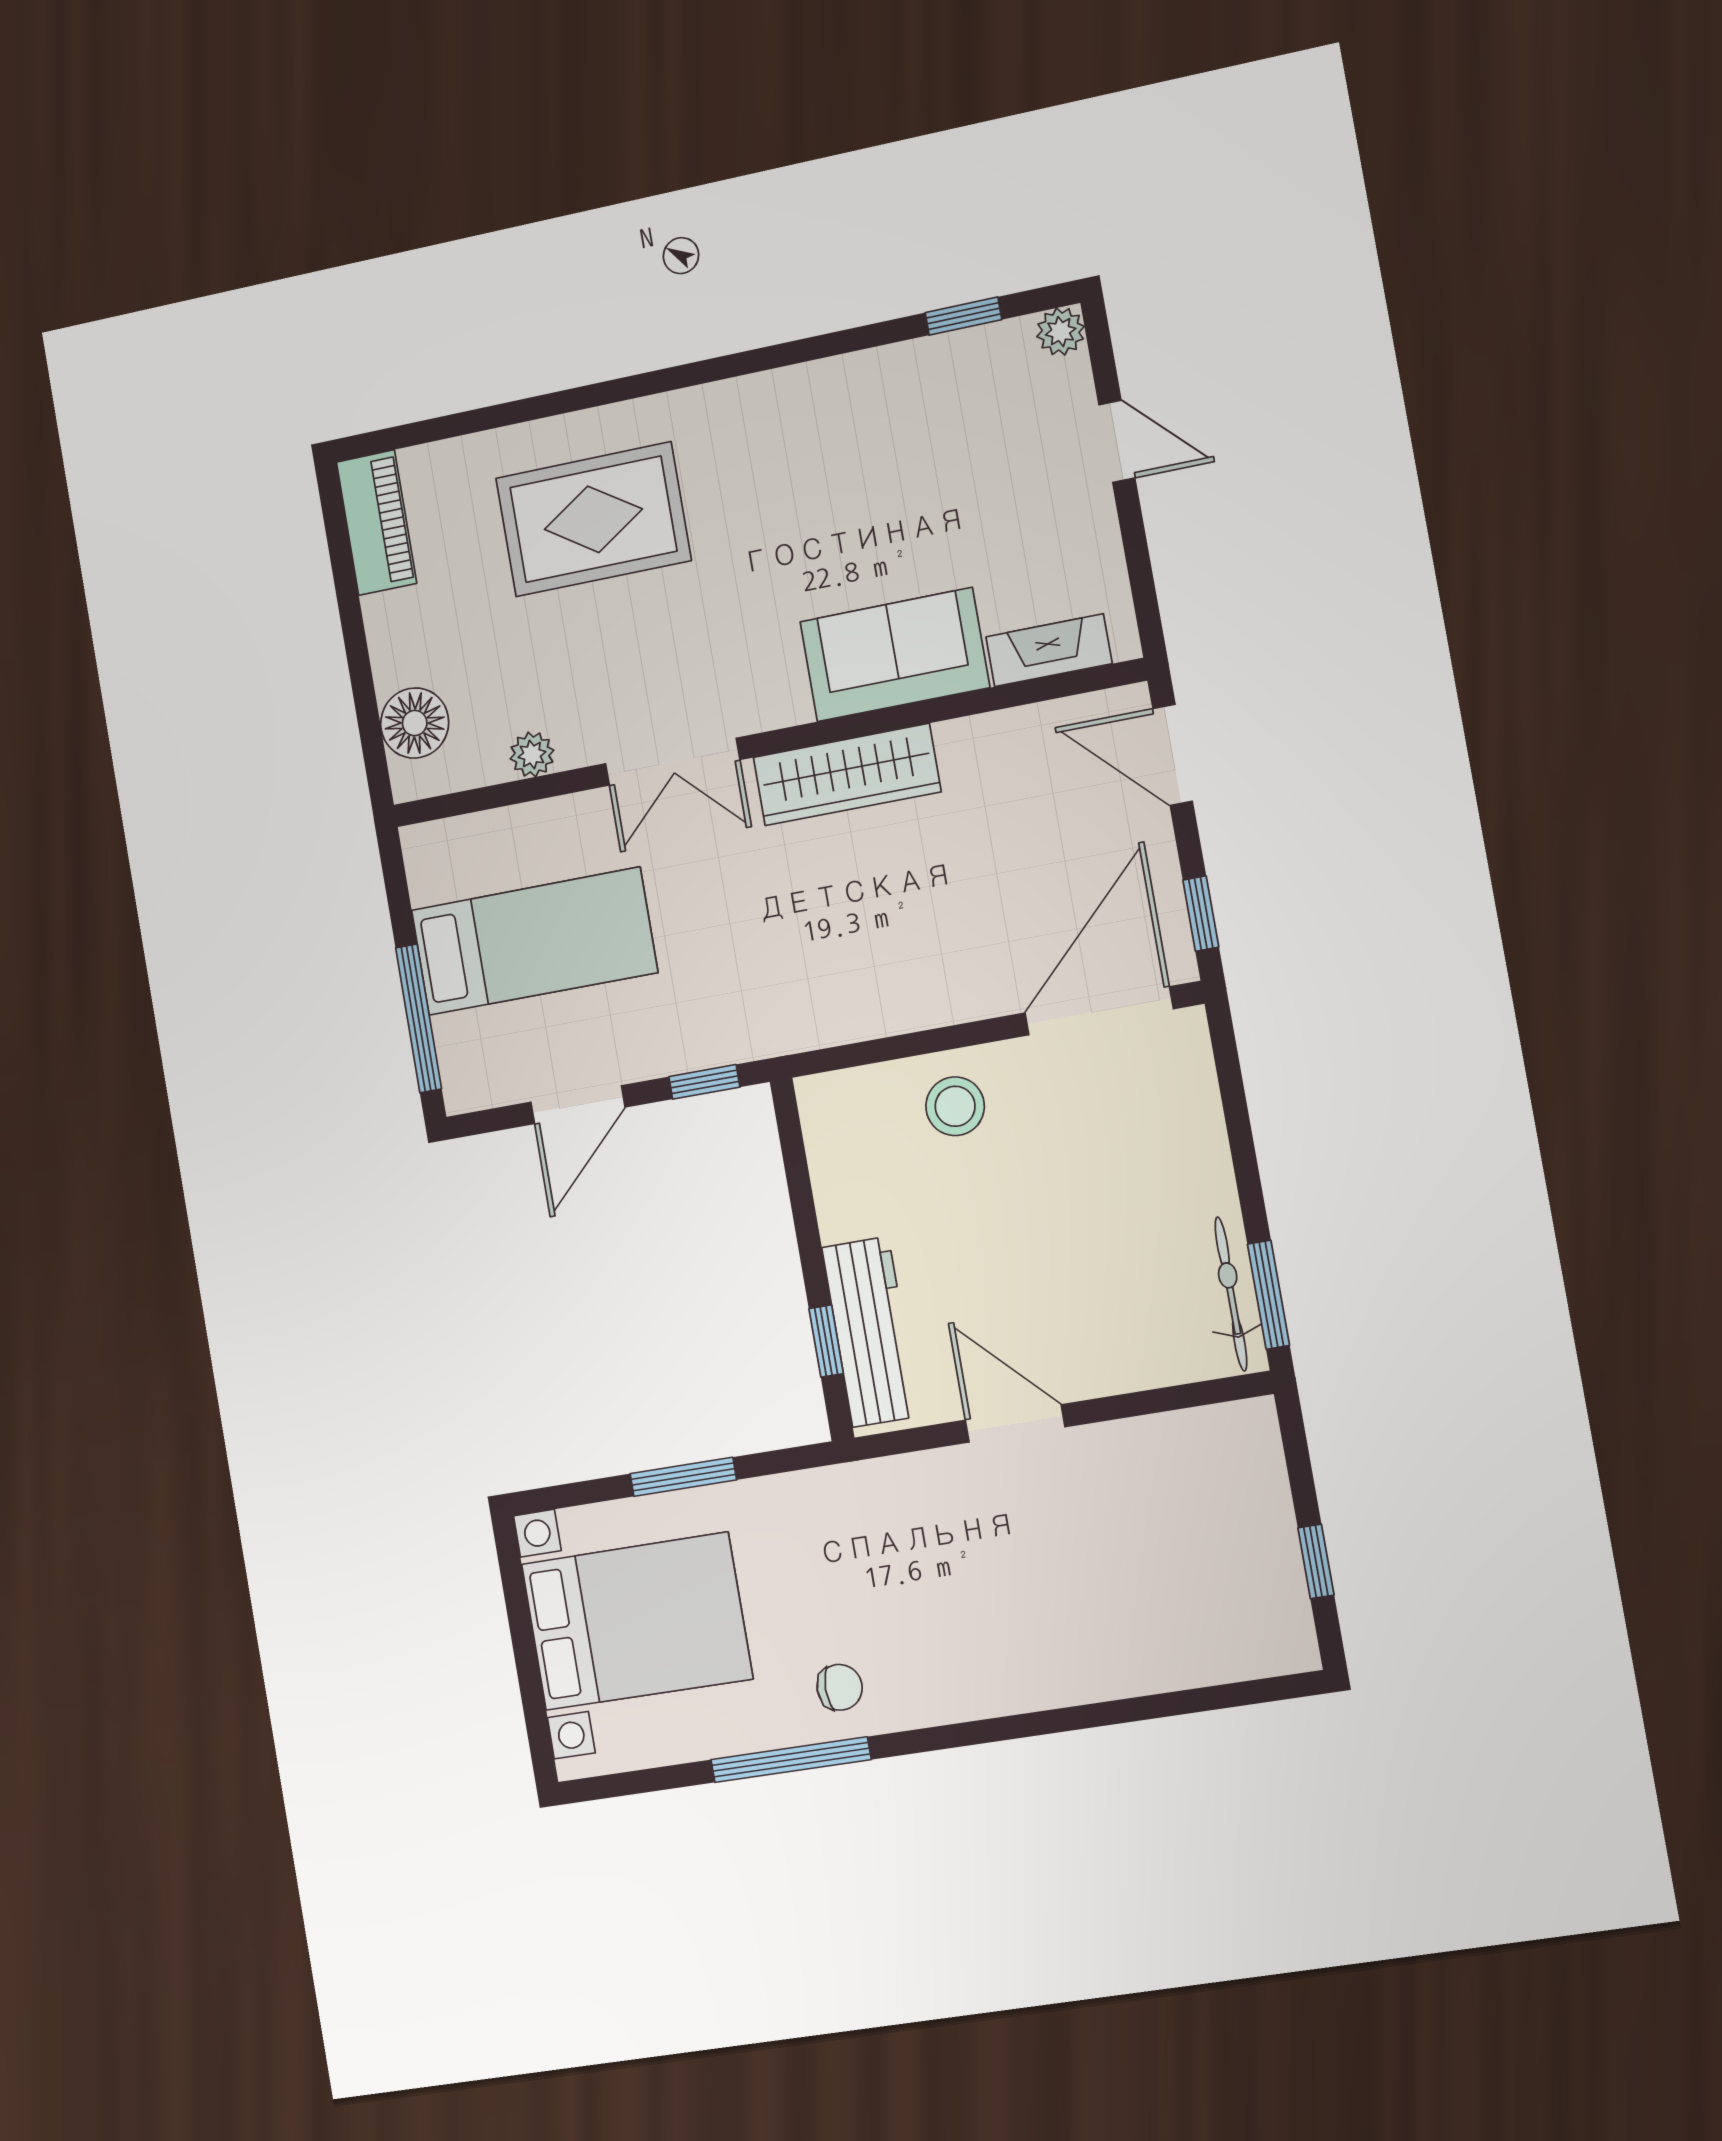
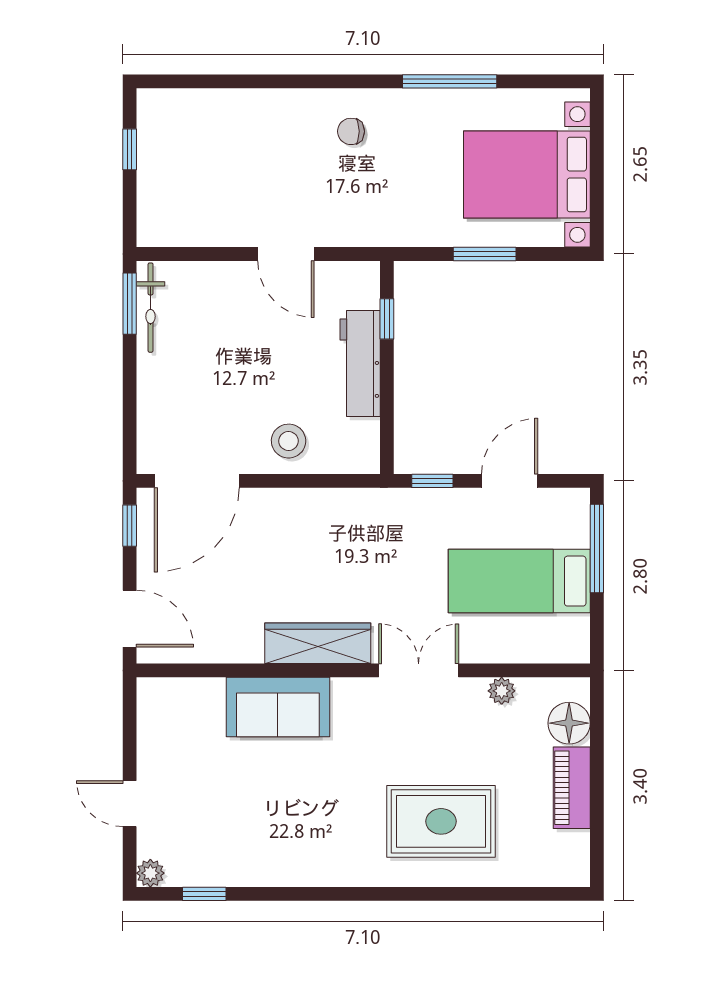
piano: (376, 523) -> (572, 788), moved
fireplace: (1049, 650) -> (189, 692), removed
workbench: (870, 1332) -> (360, 363), moved
chair: (840, 1687) -> (351, 131), moved

